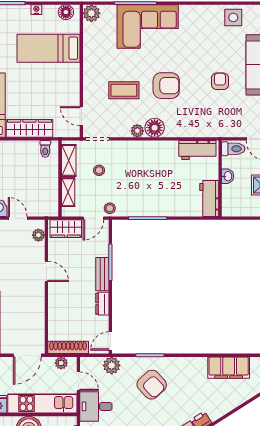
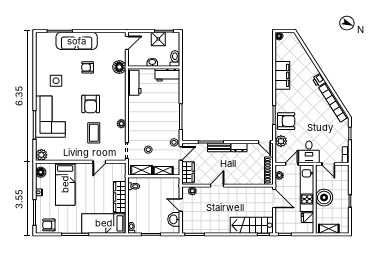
side table: (233, 17) -> (56, 81), moved
armchair: (166, 86) -> (91, 104), turned 180
door: (81, 116) -> (99, 162), moved
floor lamp: (155, 128) -> (119, 67), moved
toilet: (233, 149) -> (175, 58), moved
door: (18, 218) -> (181, 205), hinge flipped
door: (93, 218) -> (181, 153), hinge flipped
filing cabinet: (229, 368) -> (282, 75), moved
armchair: (152, 385) -> (286, 121), moved, turned 43

